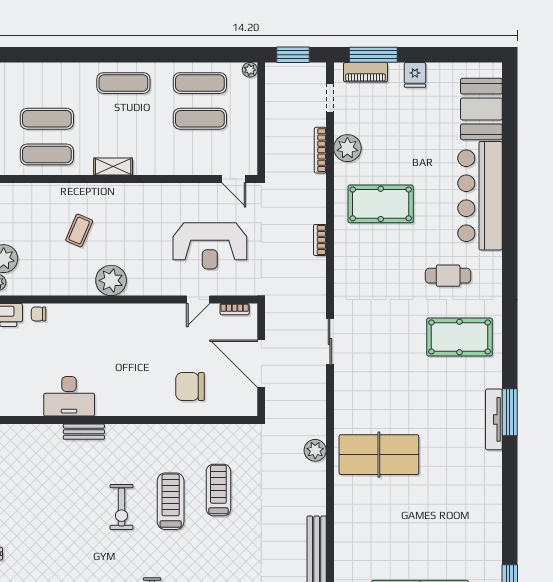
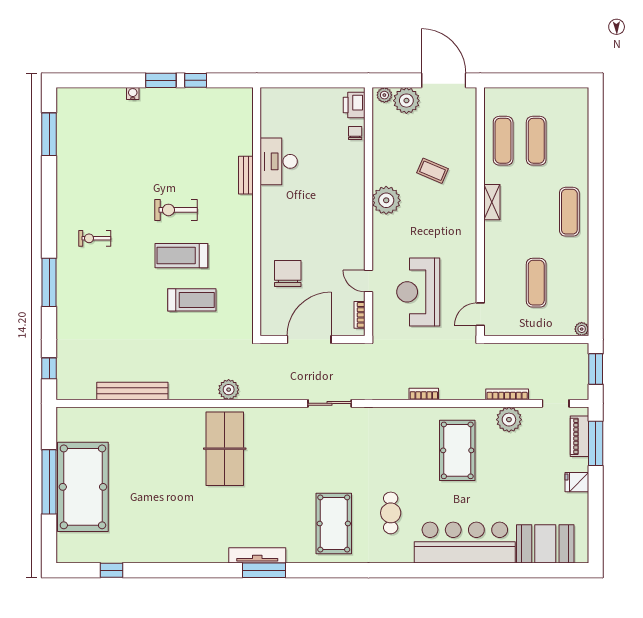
exercise mat: (200, 83) -> (569, 283), removed
treadmill: (171, 501) -> (181, 256), turned 180

